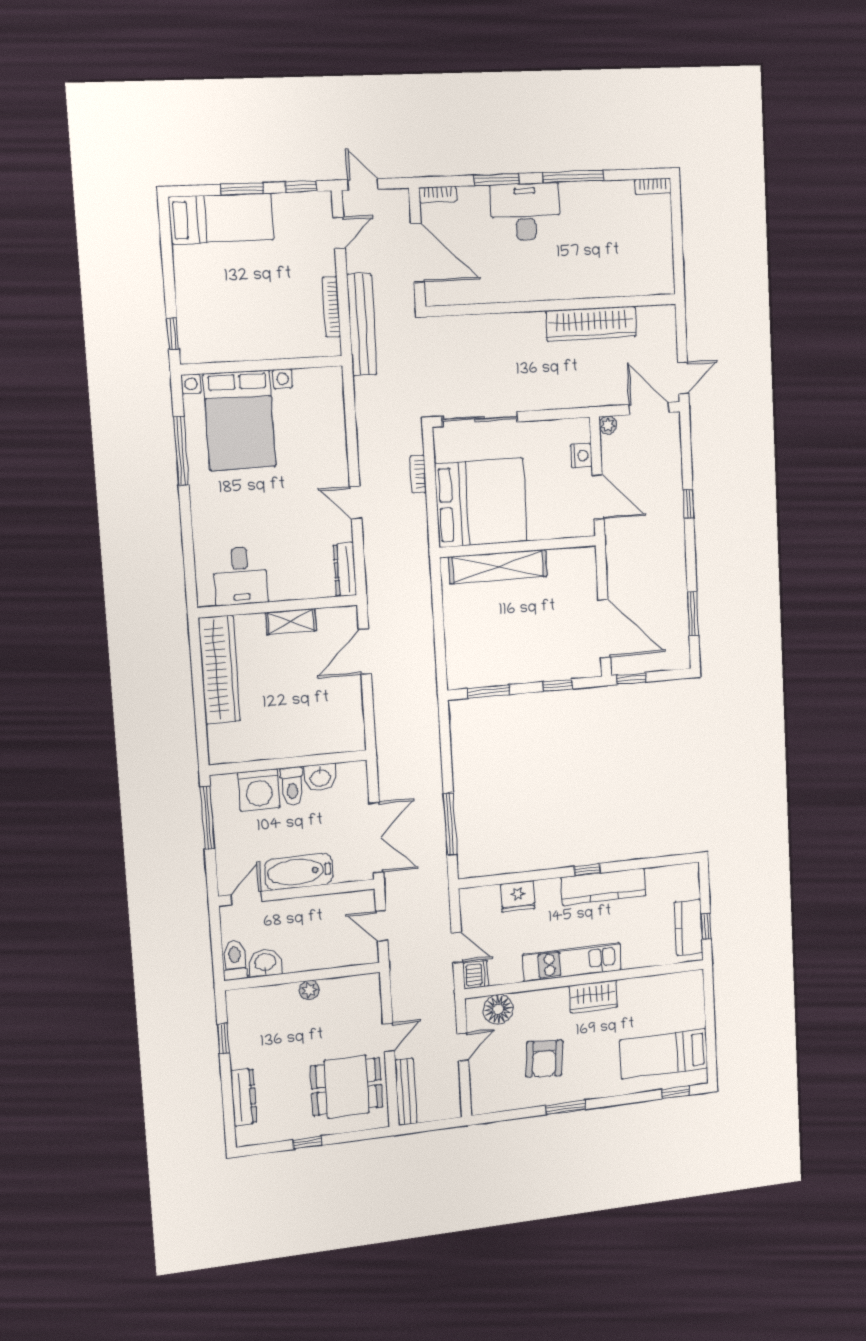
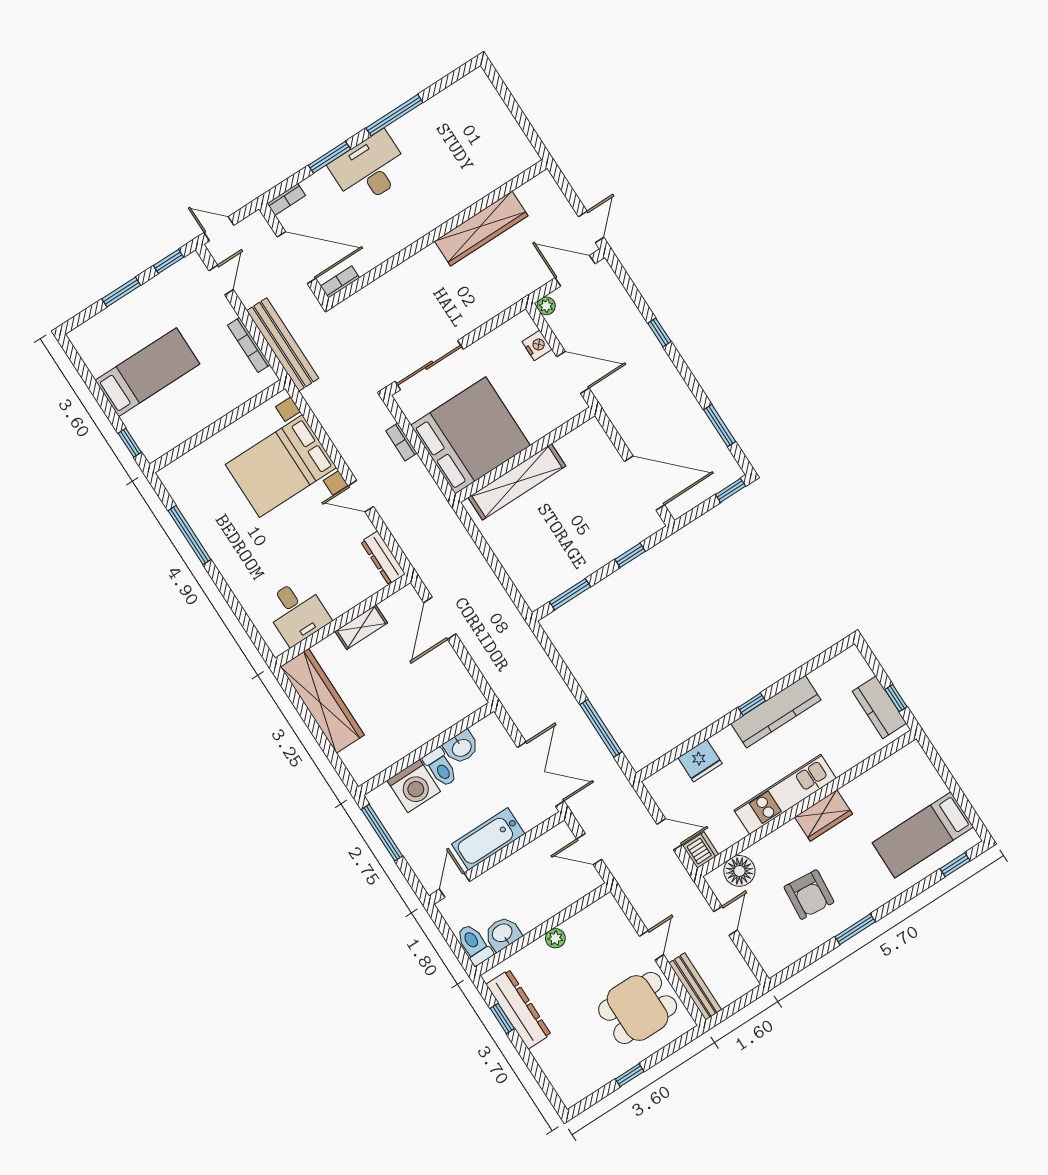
bookcase: (653, 186) -> (340, 282), moved, turned 180
bed: (221, 219) -> (147, 372), moved
bed with nightstands: (240, 420) -> (281, 466), moved, turned 90
window: (631, 678) -> (731, 490), moved
dresser: (244, 1097) -> (518, 1009), moved, width x1.37, depth x1.24

